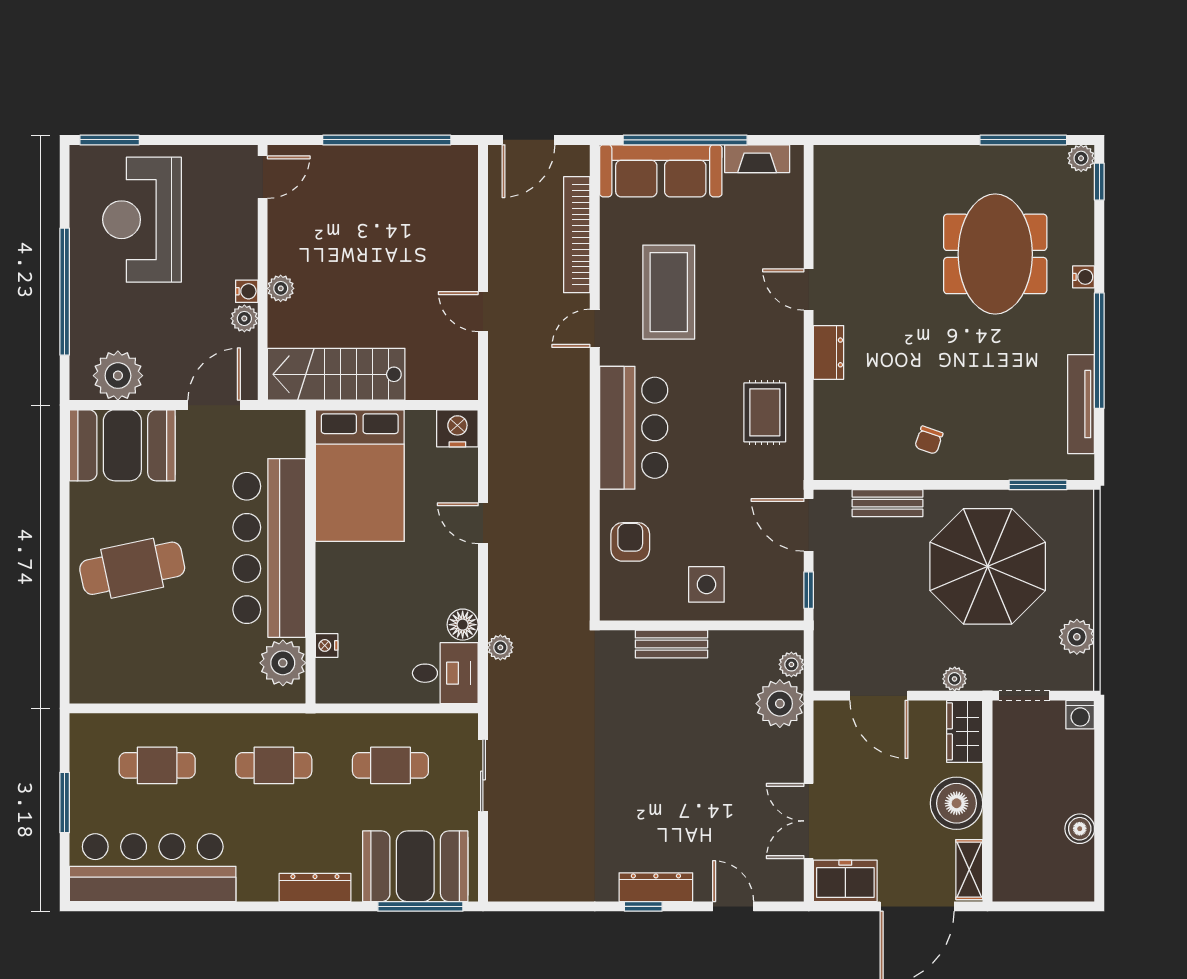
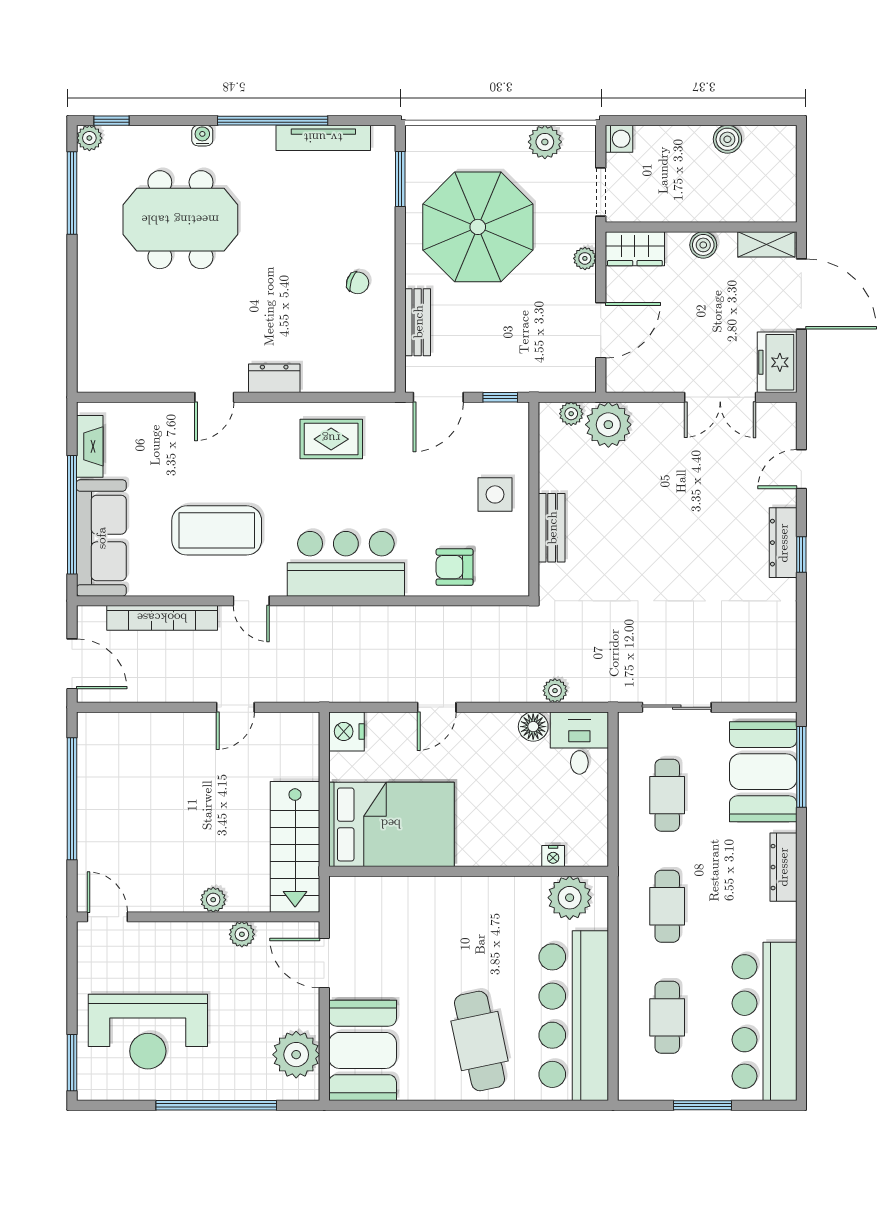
water cooler: (247, 291) -> (216, 932), removed
bar counter: (269, 548) -> (574, 1016), moved, turned 90
boiler: (957, 803) -> (703, 245), width x0.54, depth x0.54

